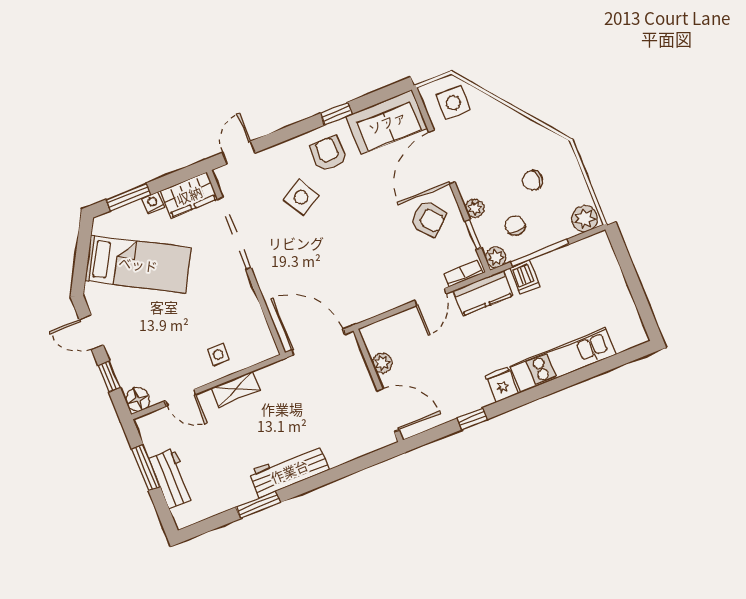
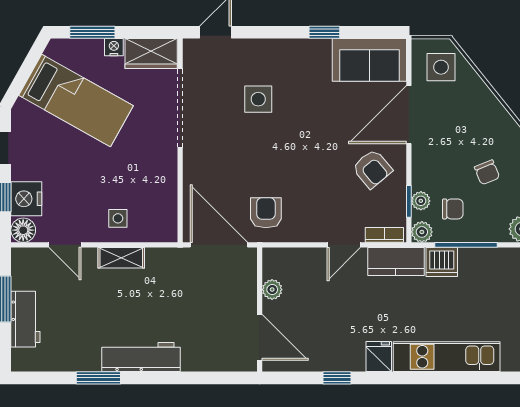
armchair: (328, 154) -> (266, 213), moved
chair: (533, 180) -> (487, 172), turned -112
side table: (301, 197) -> (258, 99), turned 31
plant: (475, 208) -> (421, 201), moved
chair: (515, 226) -> (453, 209), turned 90
dishwasher: (524, 277) -> (442, 262), width x1.38
nightstand: (129, 370) -> (26, 199), added

